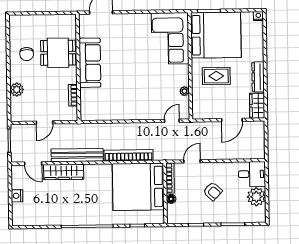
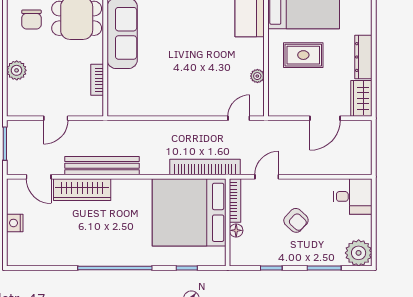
bookcase: (129, 155) -> (205, 167), moved
plant: (256, 197) -> (359, 253), moved

